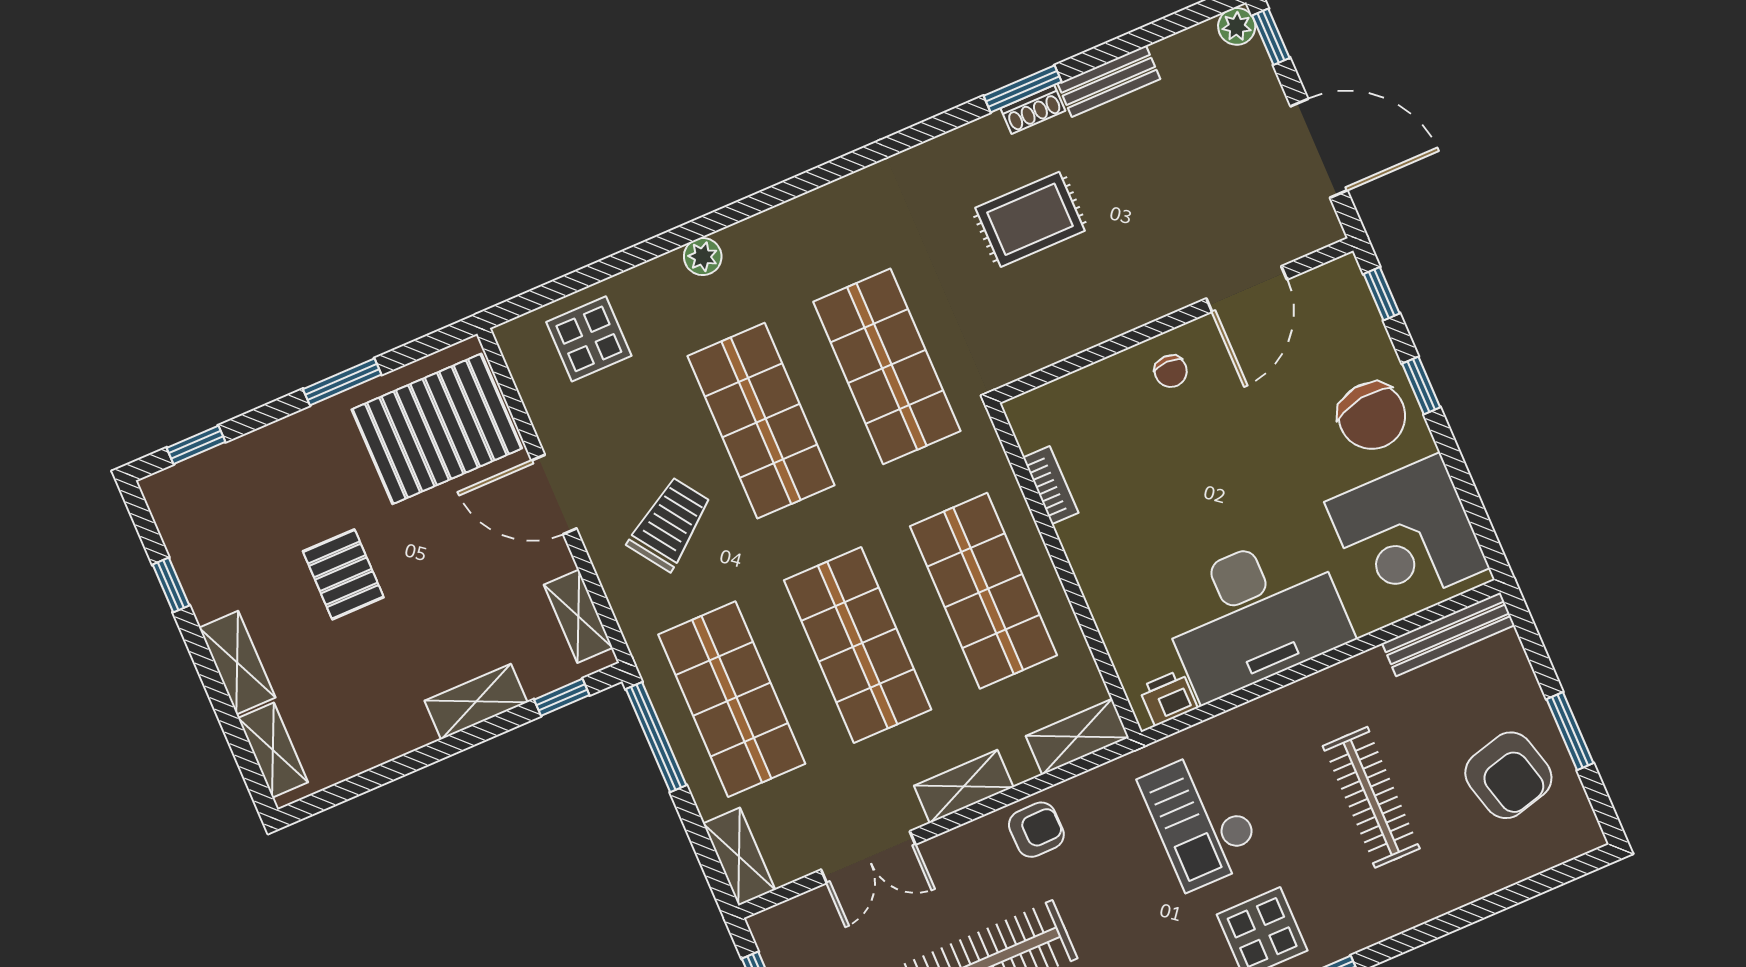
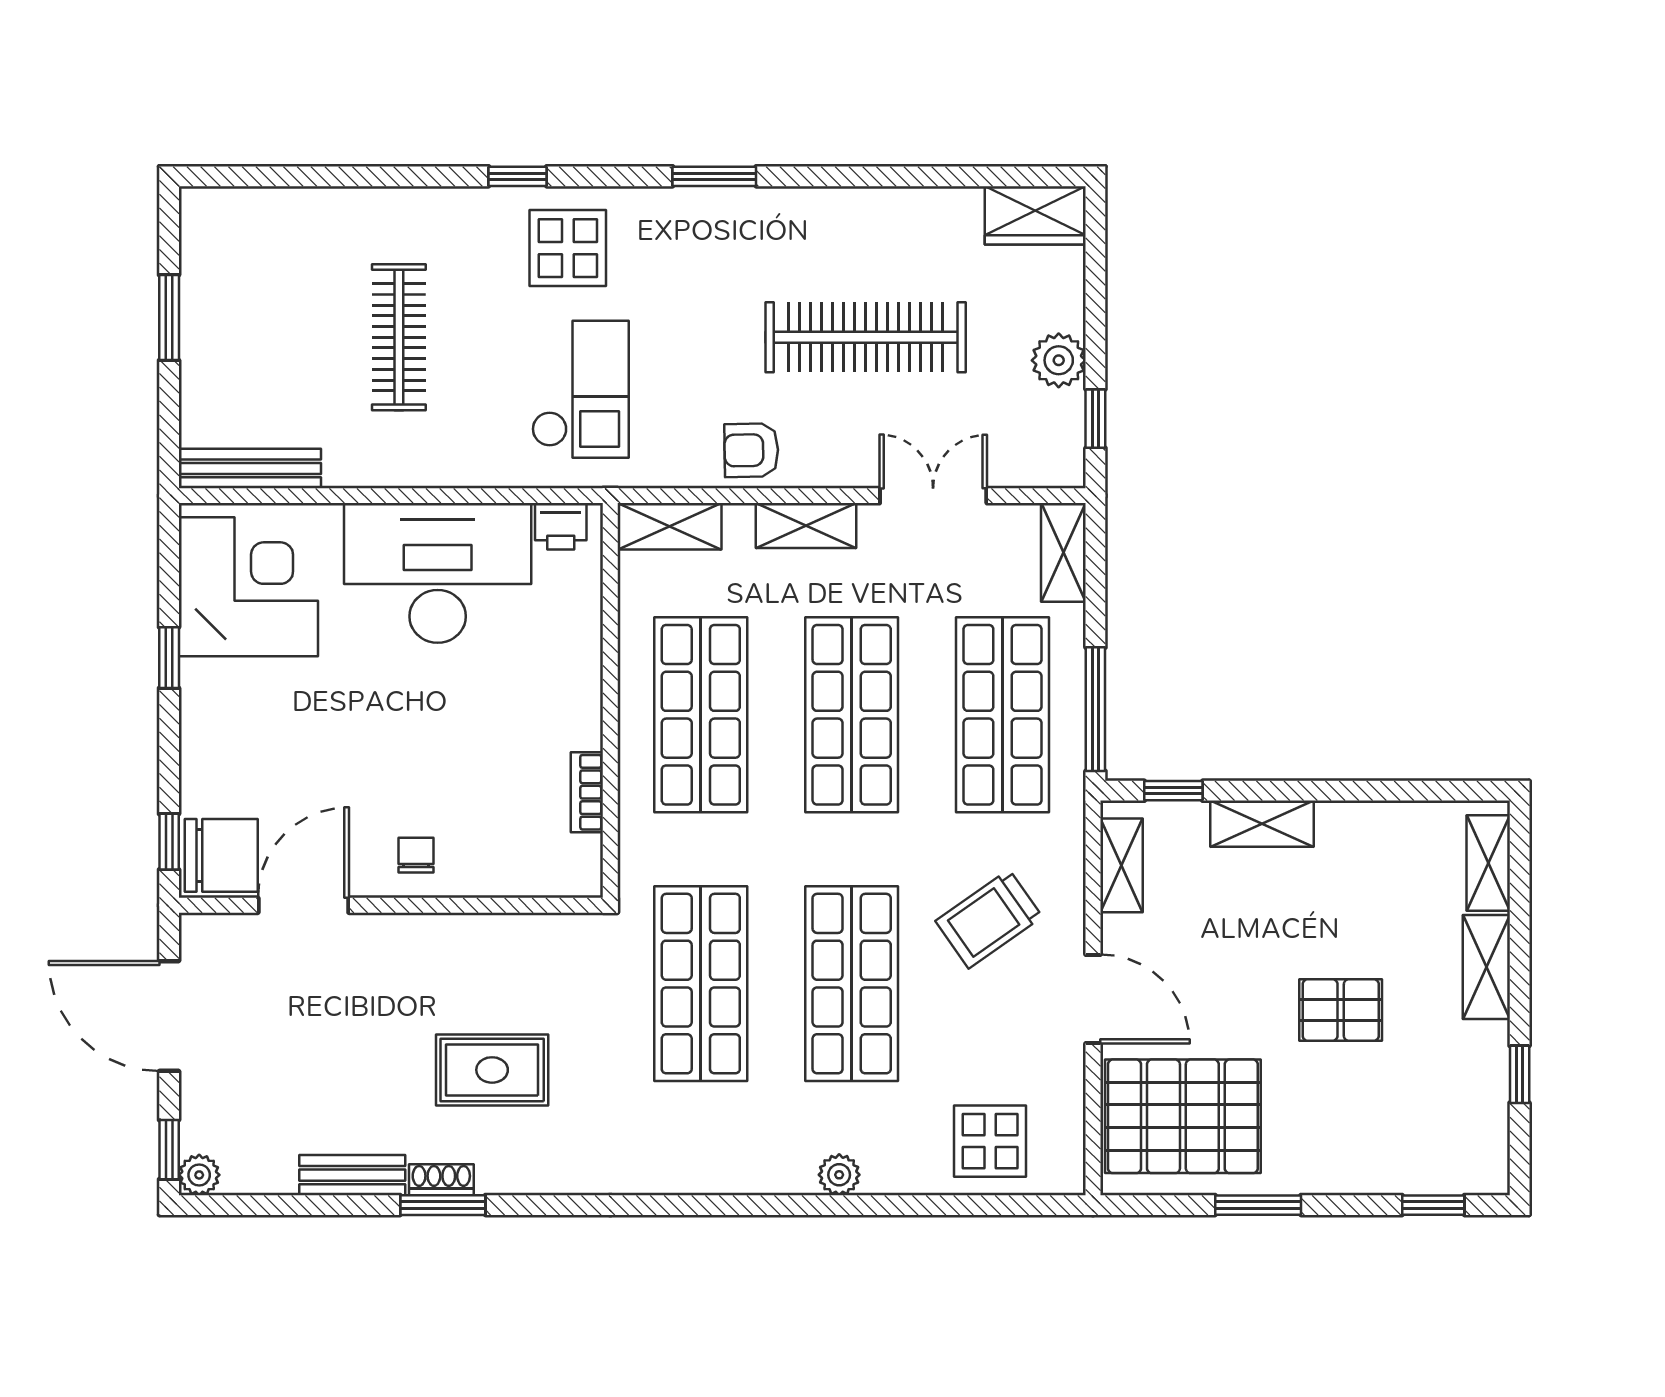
window: (1421, 385) -> (169, 658), moved
chair: (1372, 416) -> (221, 855), moved, turned 98
pallet: (343, 574) -> (1341, 1010), turned 90
armchair: (1508, 775) -> (251, 300), removed

